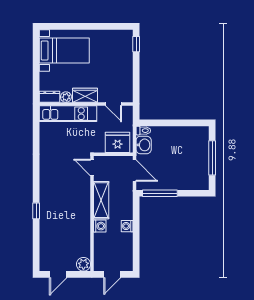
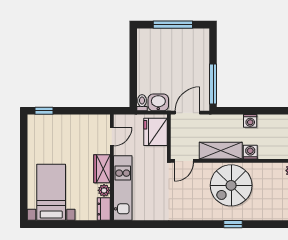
spiral stairs: (70, 209) -> (231, 185), added

